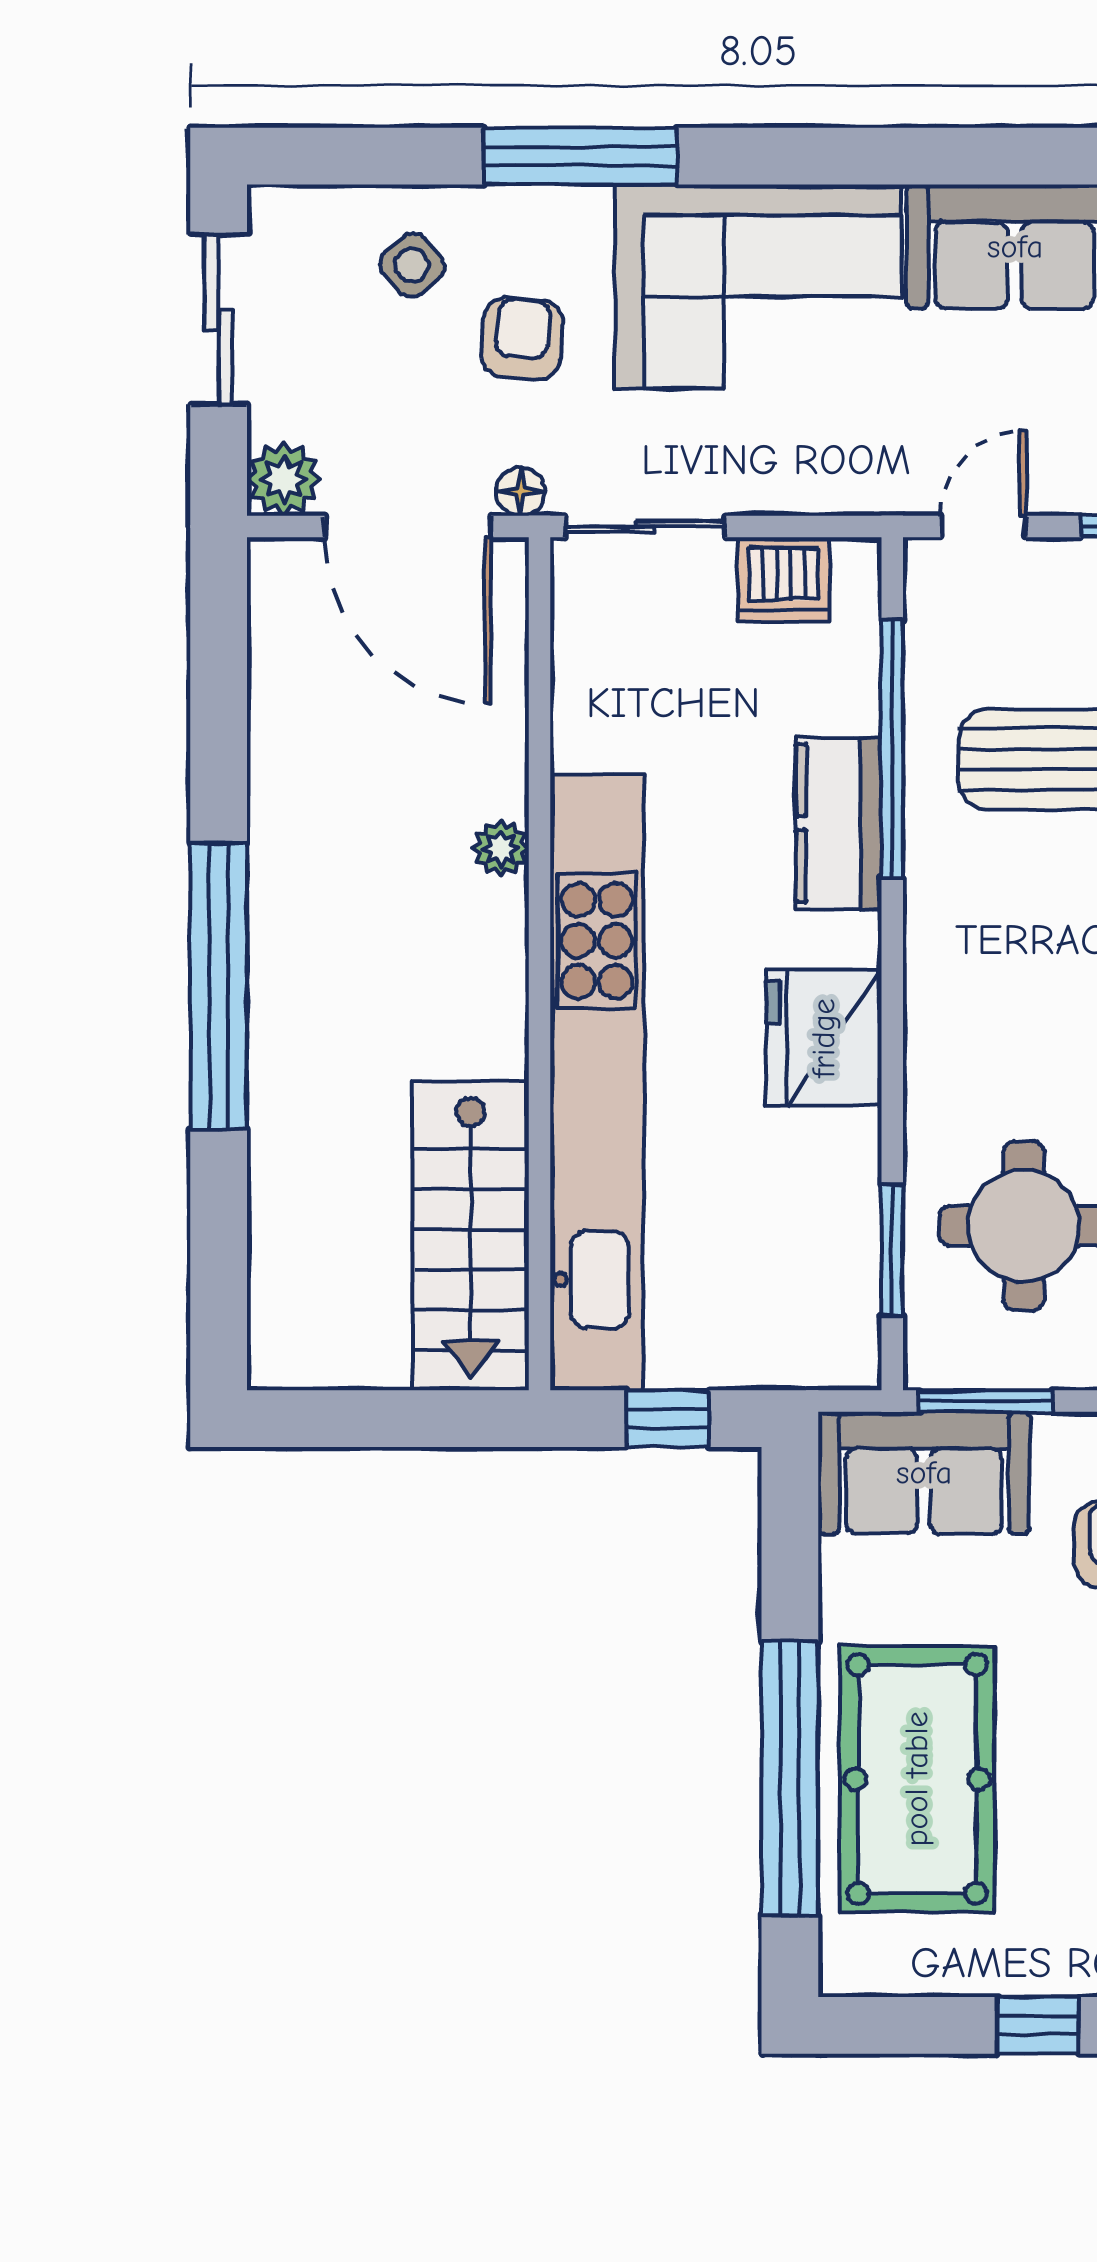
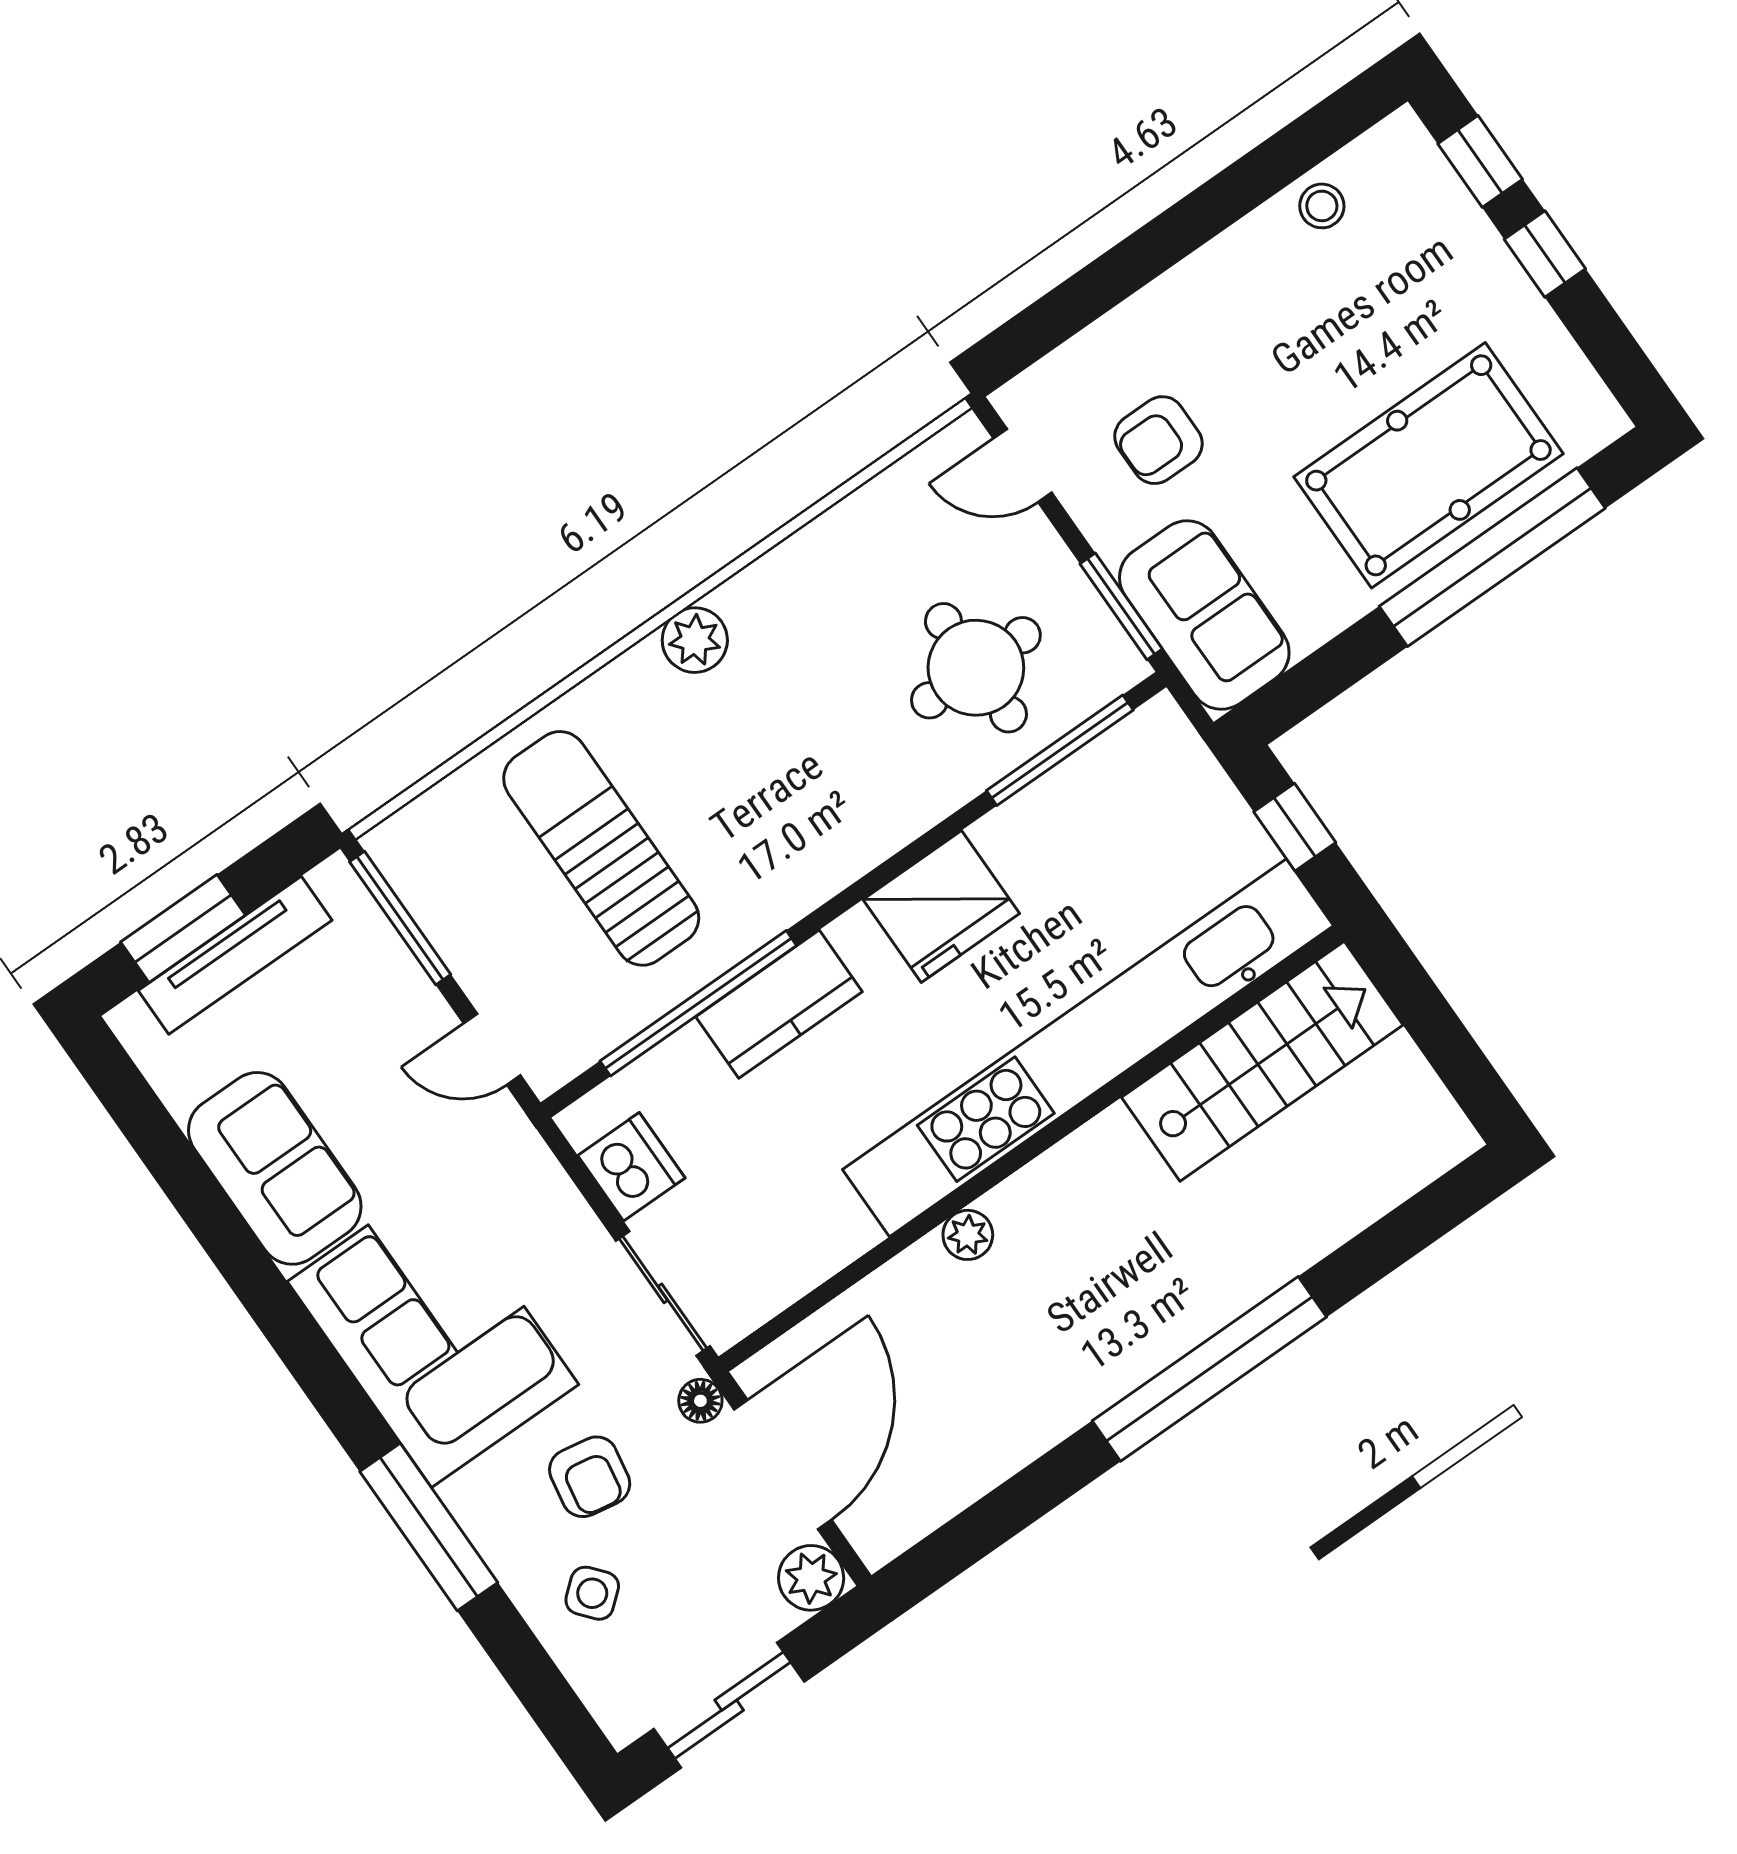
armchair: (522, 339) -> (590, 1477), turned -85
window: (892, 1250) -> (1060, 750), width x1.44

